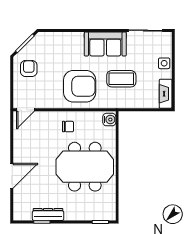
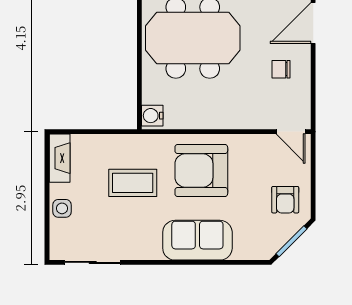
sofa: (105, 44) -> (197, 240), moved
door: (25, 110) -> (291, 132), swing flipped
chair: (68, 127) -> (281, 69), moved

